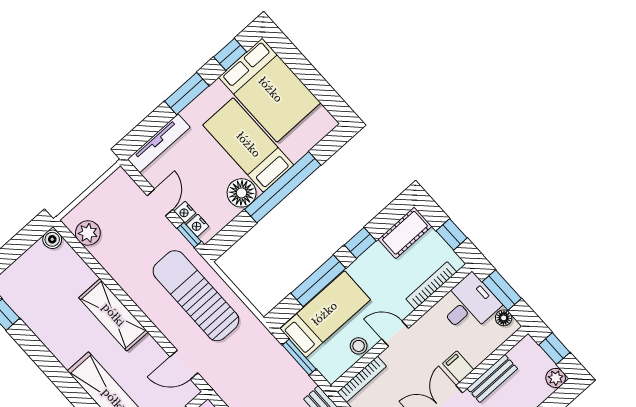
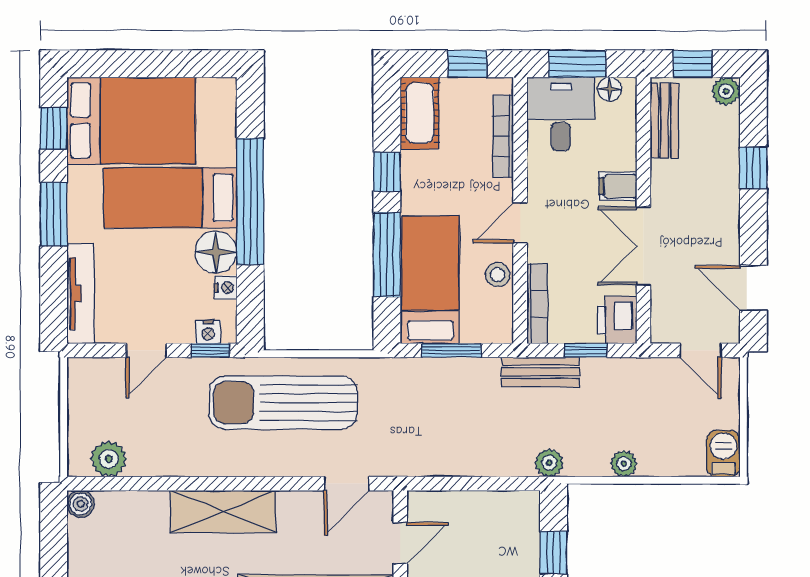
door: (160, 203) -> (146, 350), swing flipped
nightstand: (185, 212) -> (226, 288), moved, turned -90
bench: (492, 379) -> (664, 120), moved

